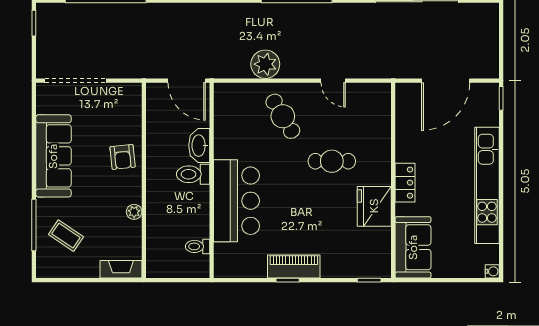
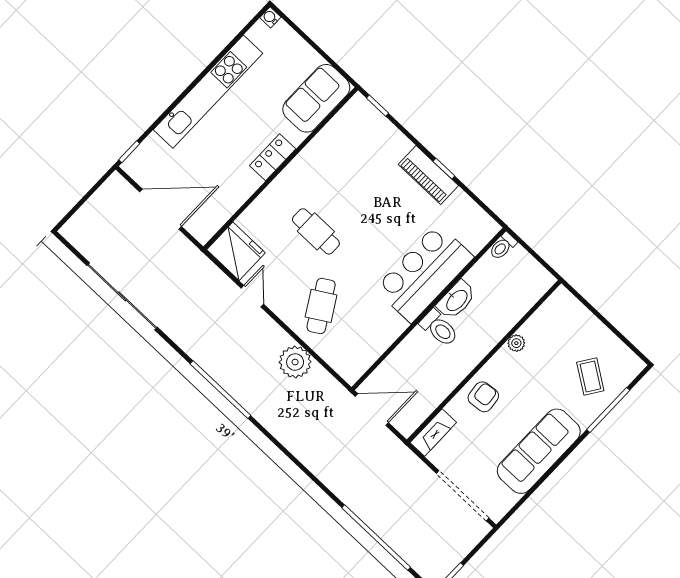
door: (187, 81) -> (372, 410), hinge flipped
washbasin: (199, 146) -> (456, 300), moved
fridge: (374, 206) -> (236, 251), moved, turned -90
toilet: (198, 246) -> (503, 246), moved, turned 90
fireplace: (121, 269) -> (433, 433), moved, turned -90

